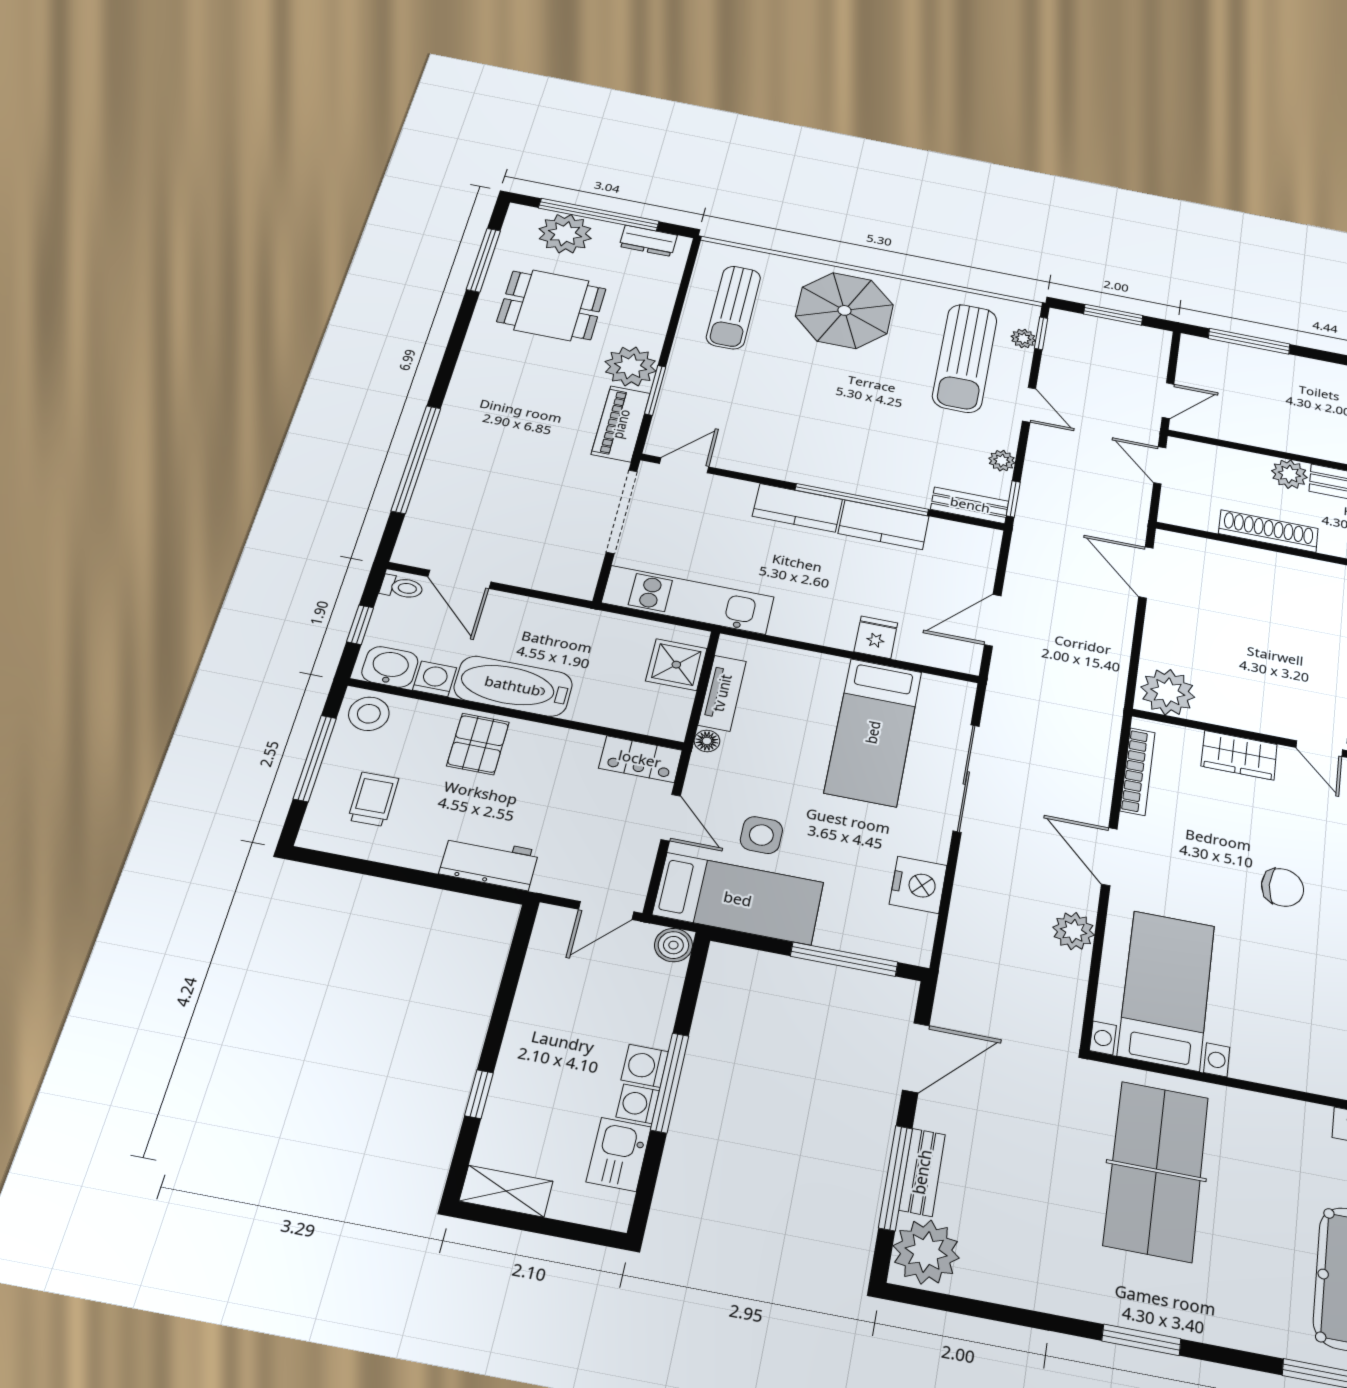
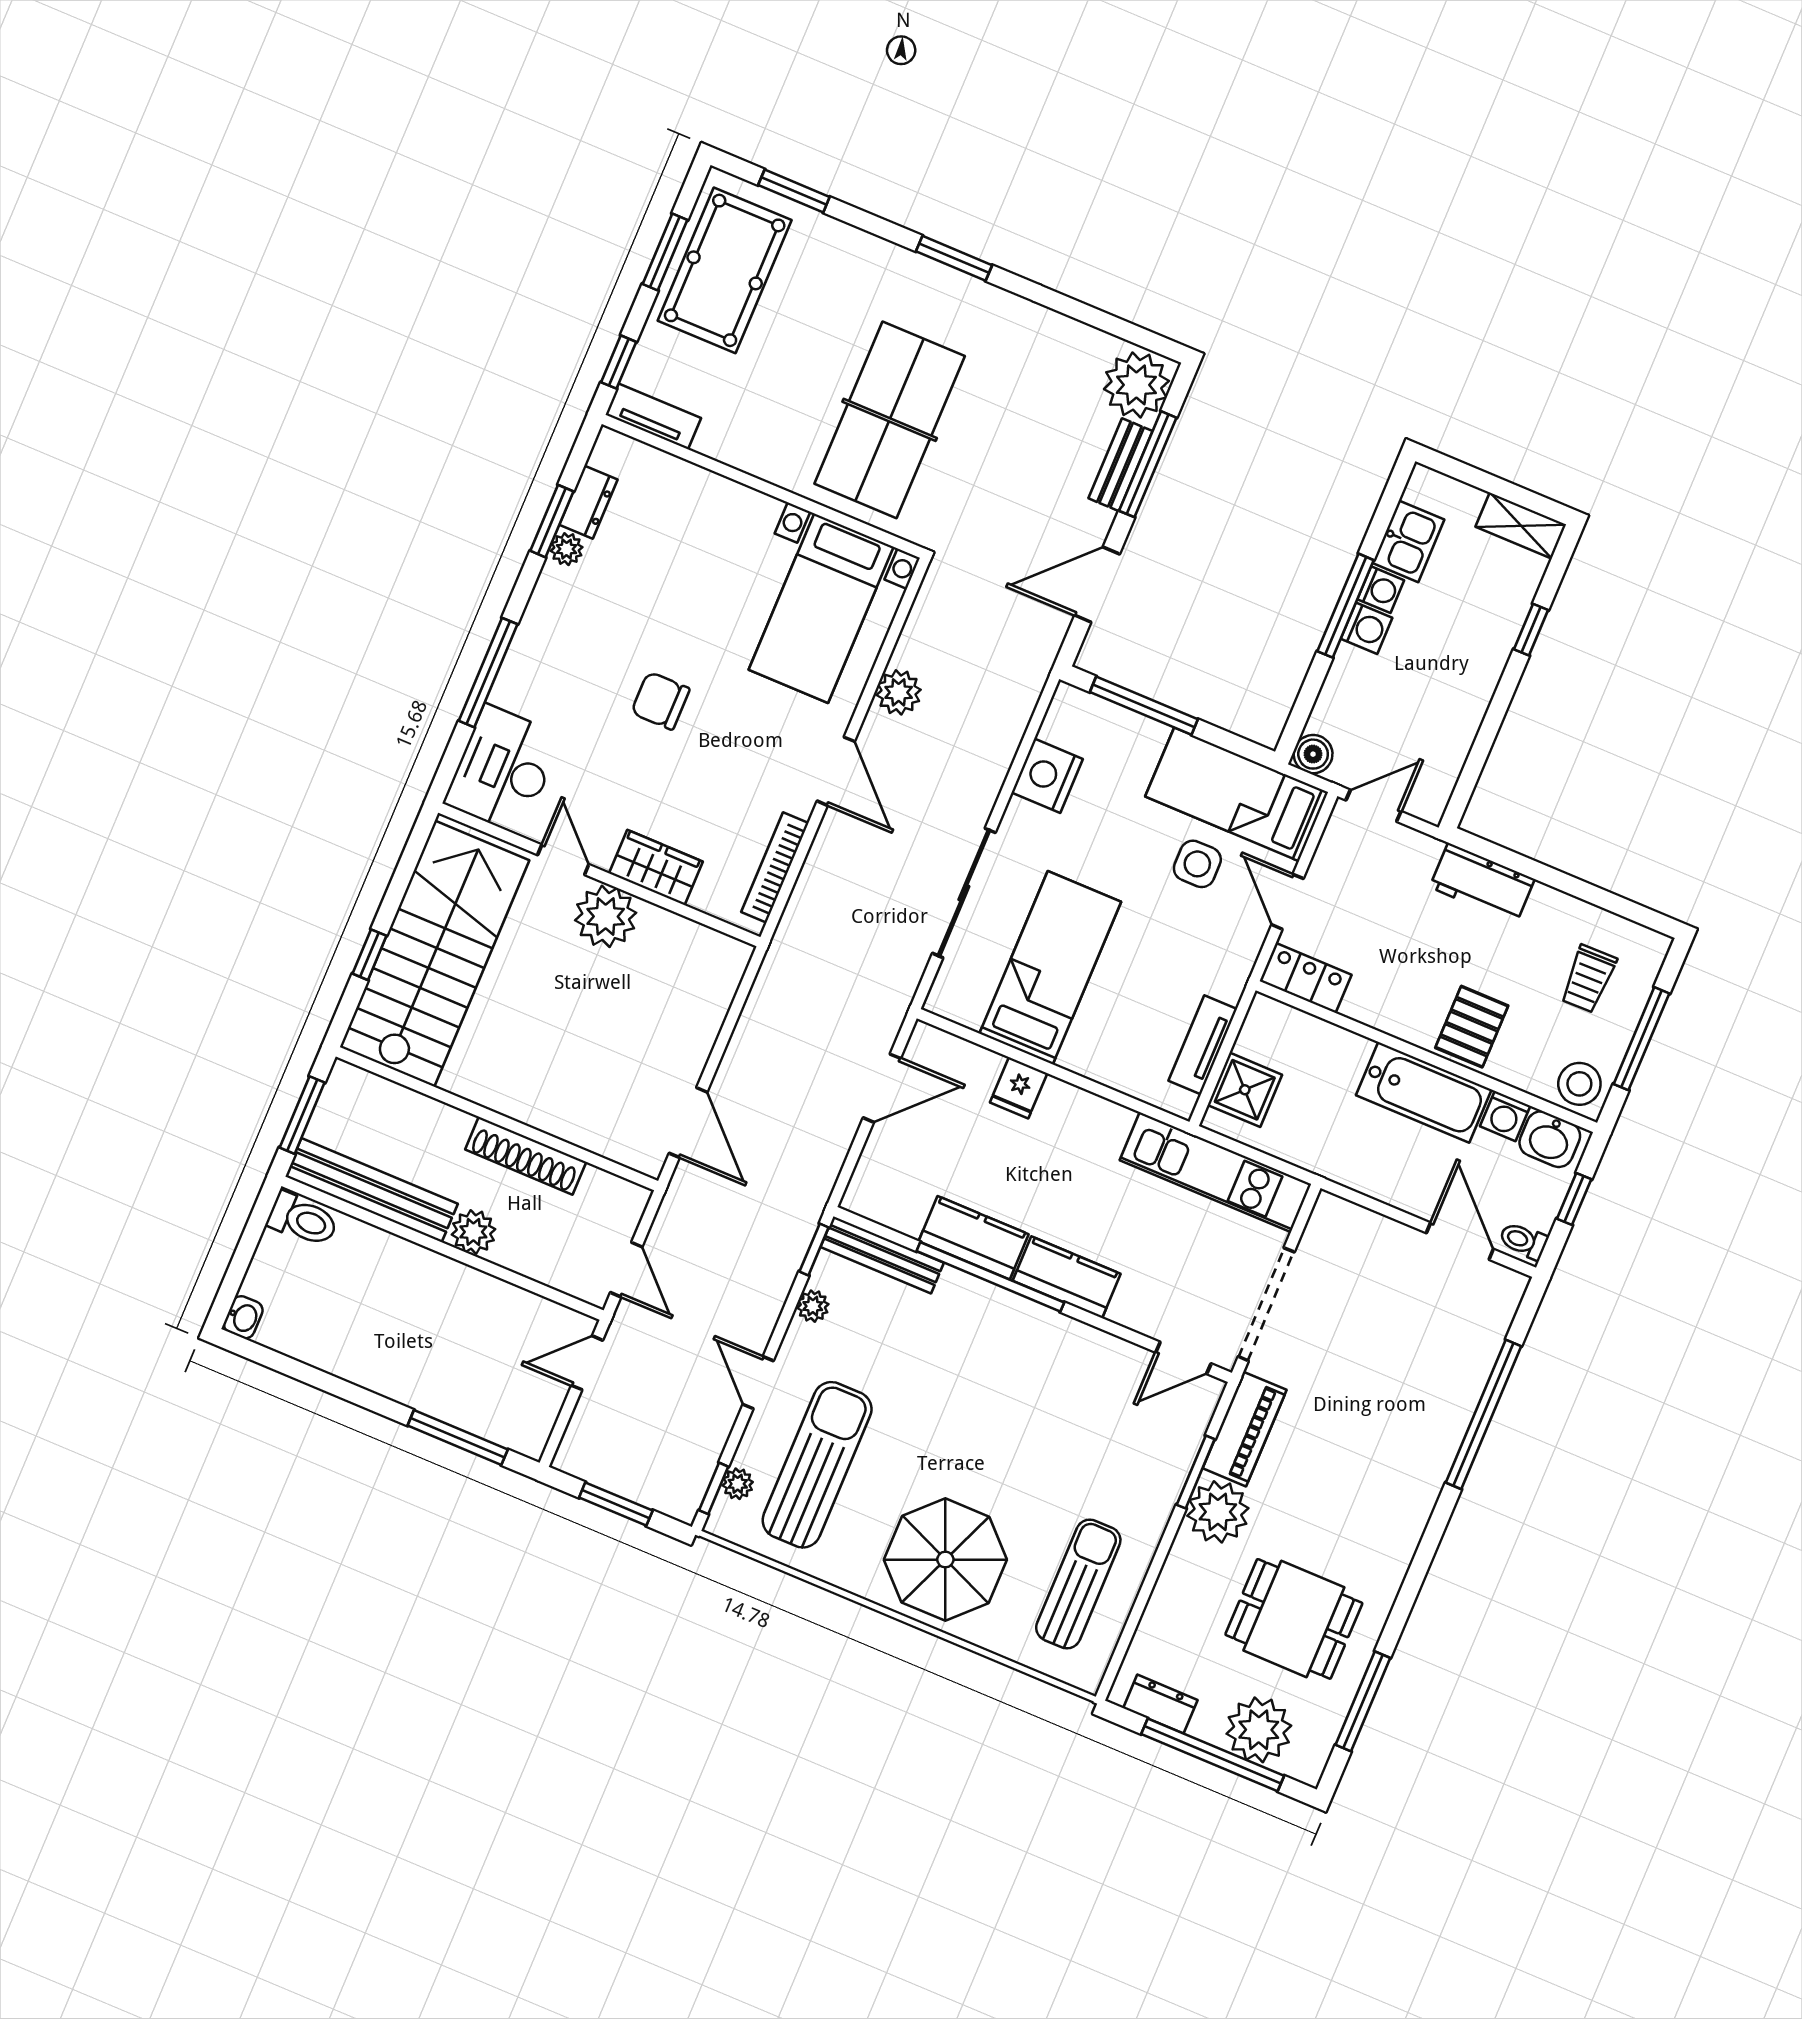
bench: (970, 505) -> (882, 1255), width x1.36
plant: (1168, 692) -> (606, 916), moved
floor lamp: (707, 741) -> (1231, 988), removed

